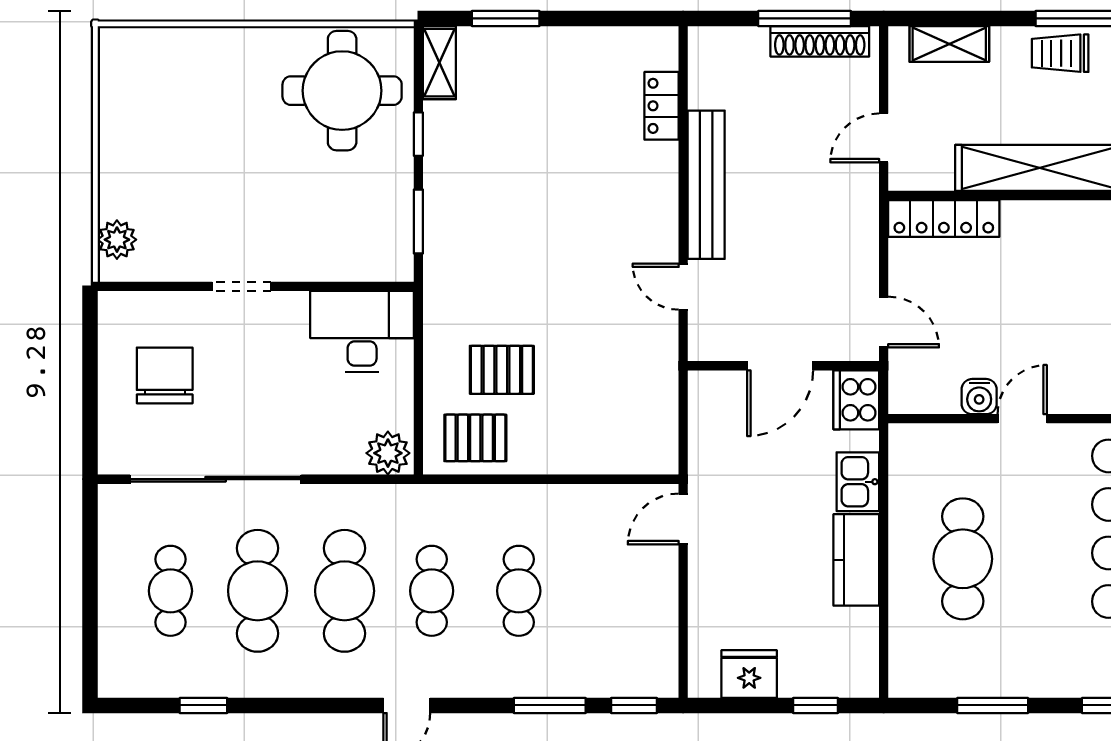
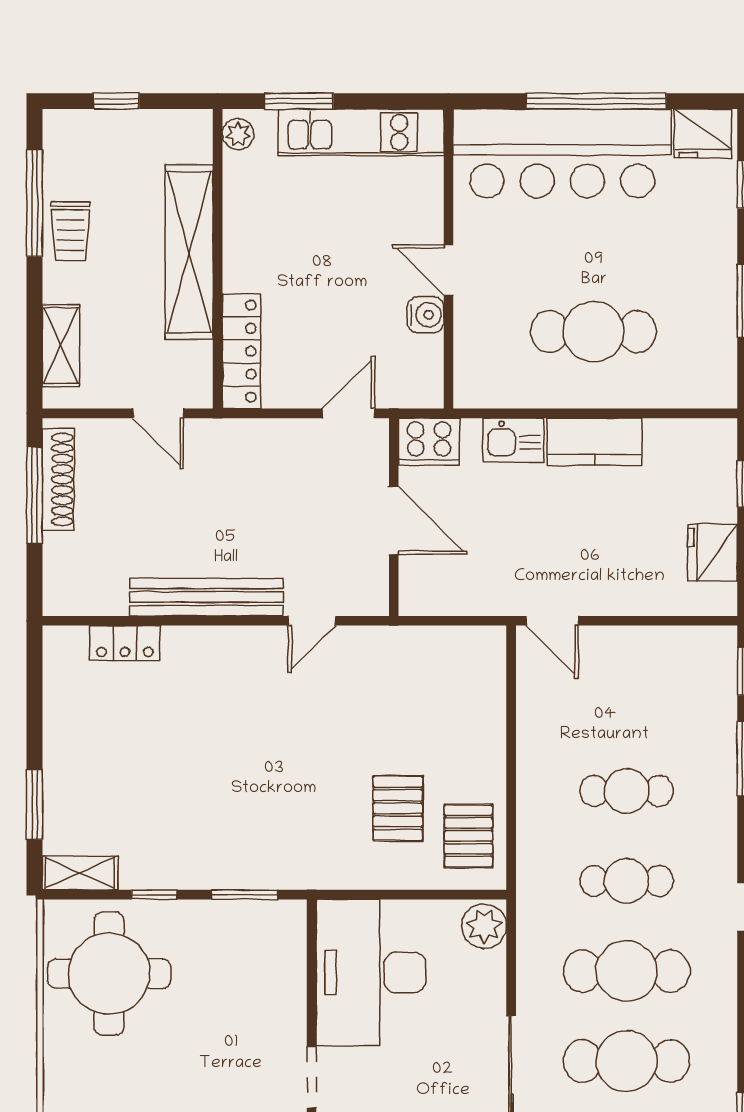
desk: (362, 332) -> (371, 972), width x1.36, depth x1.30

